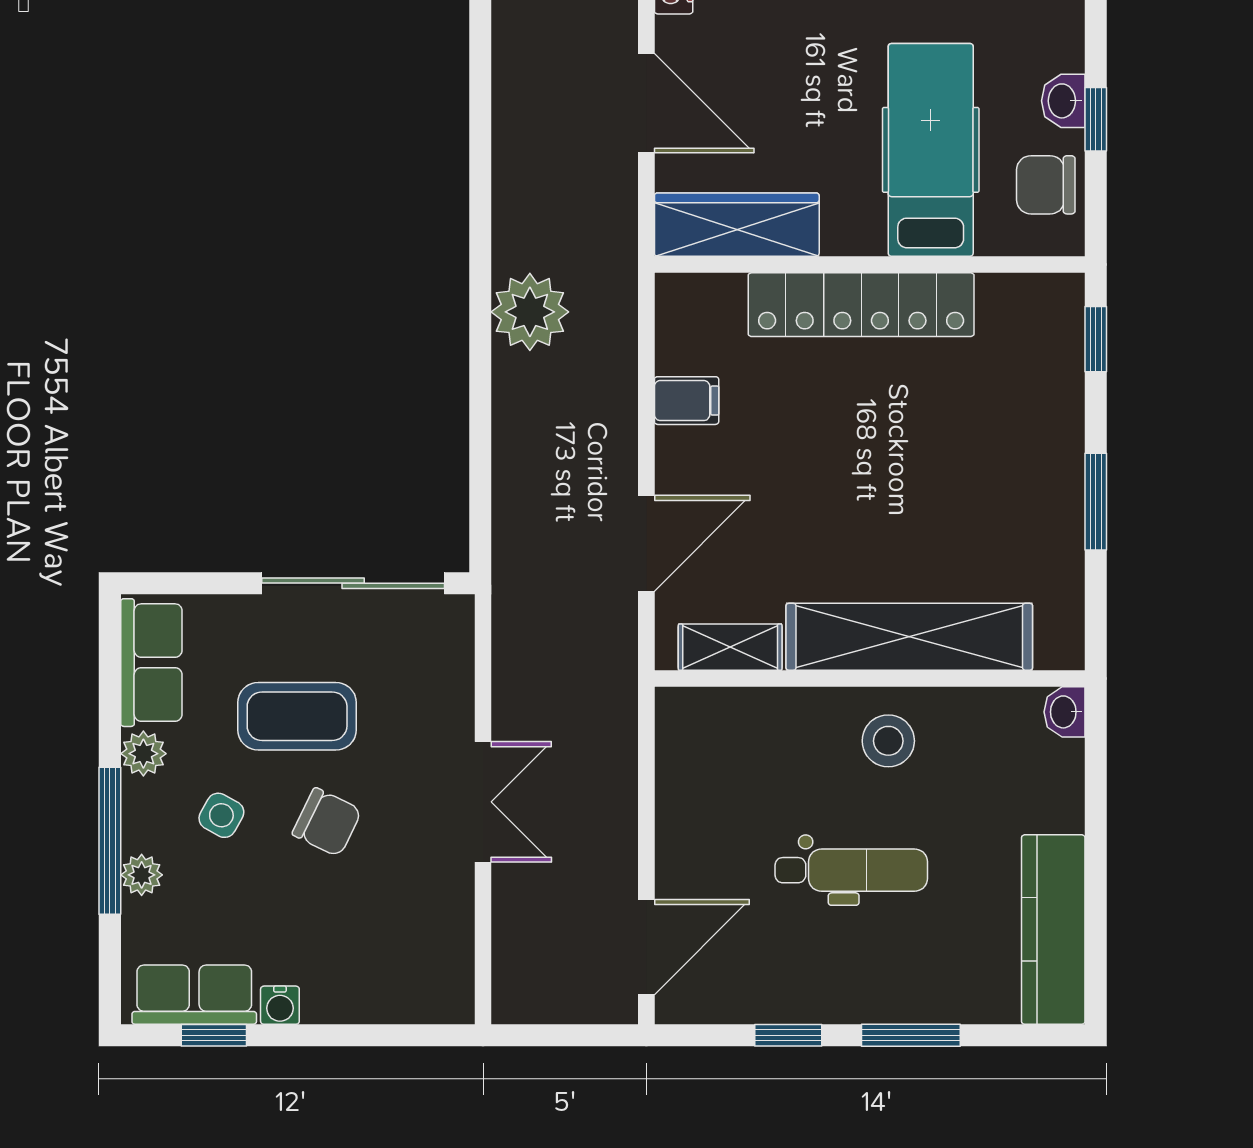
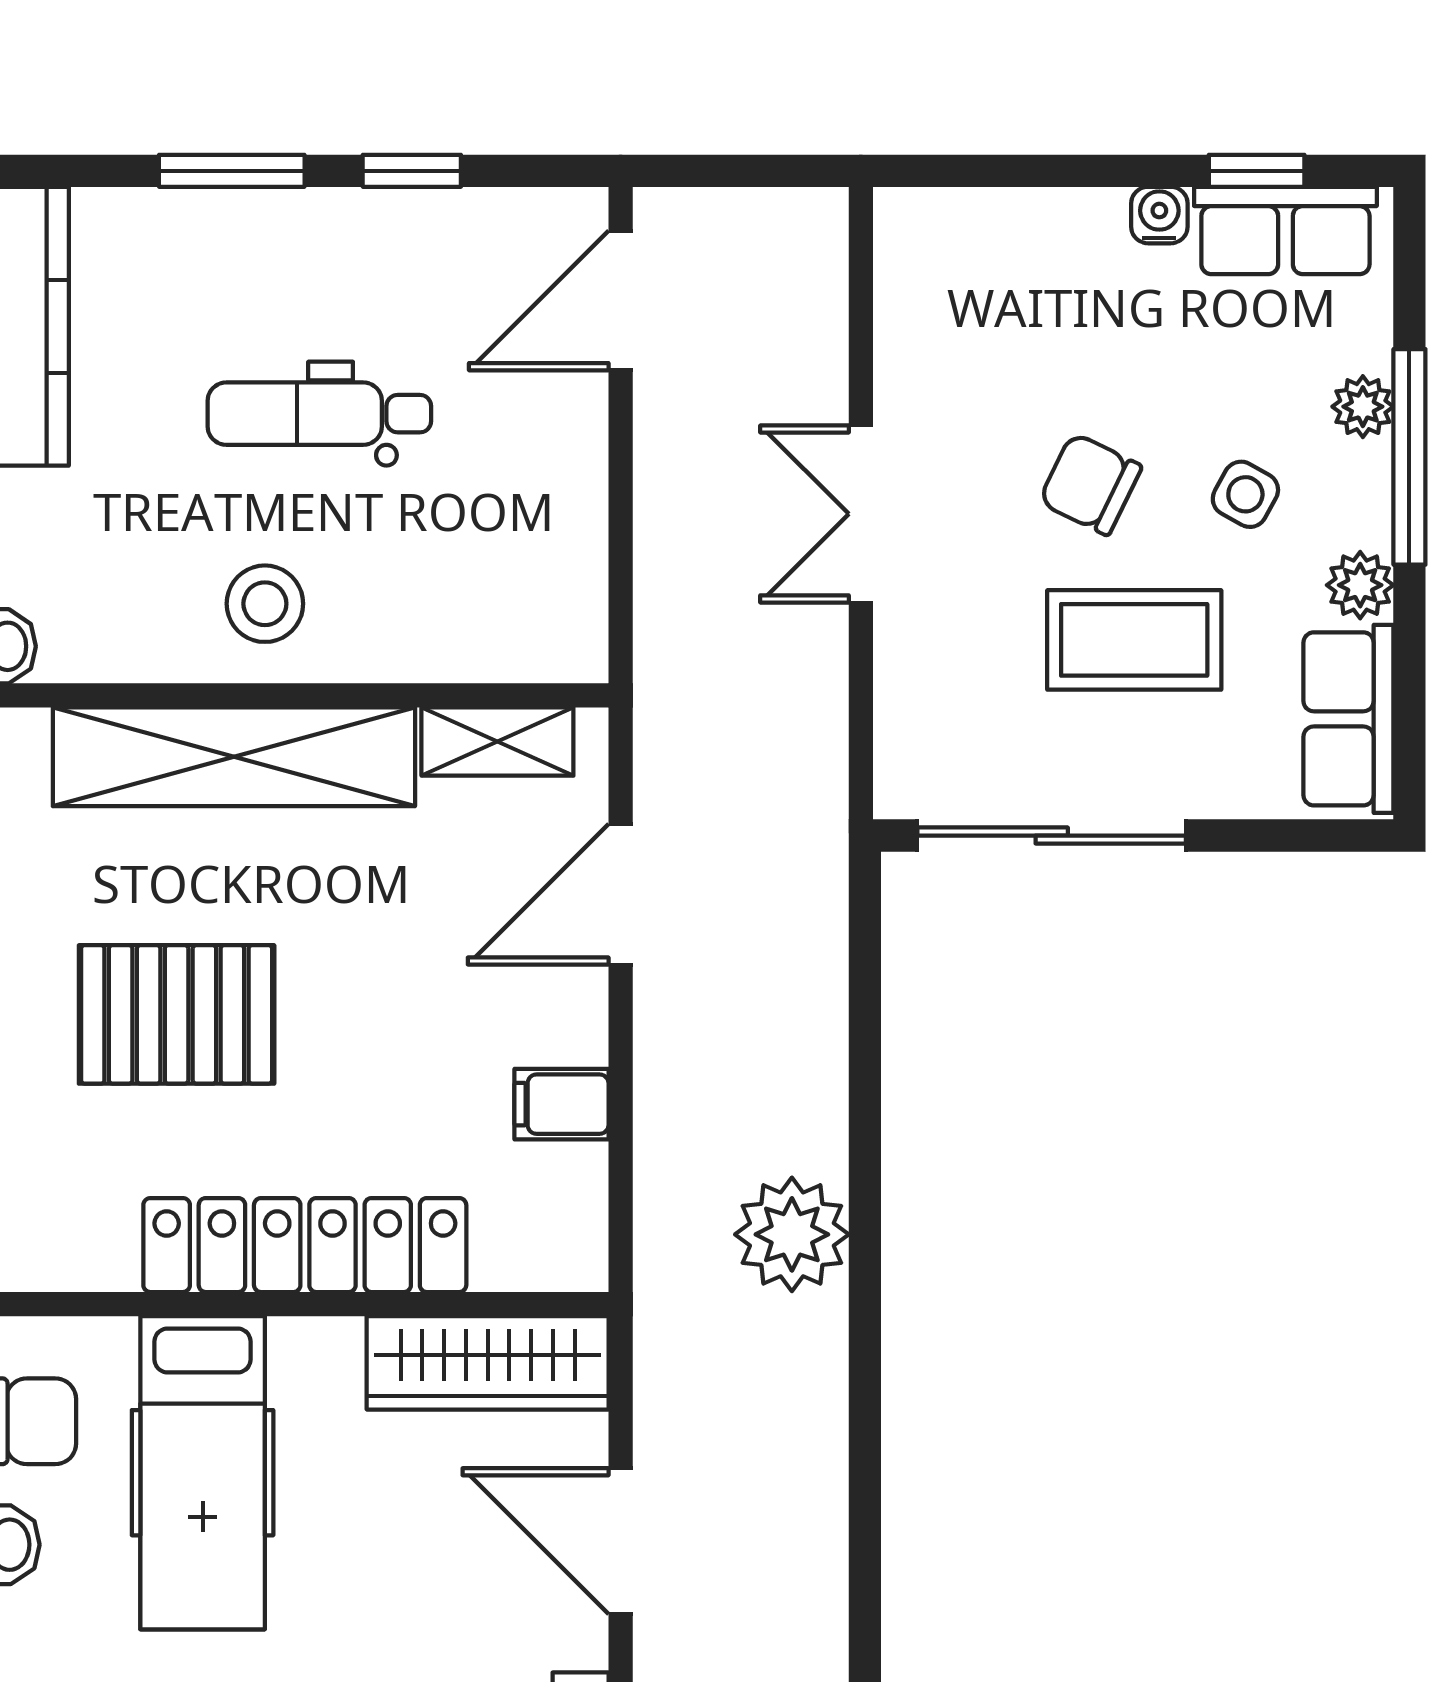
pallet: (948, 462) -> (177, 1014), added

